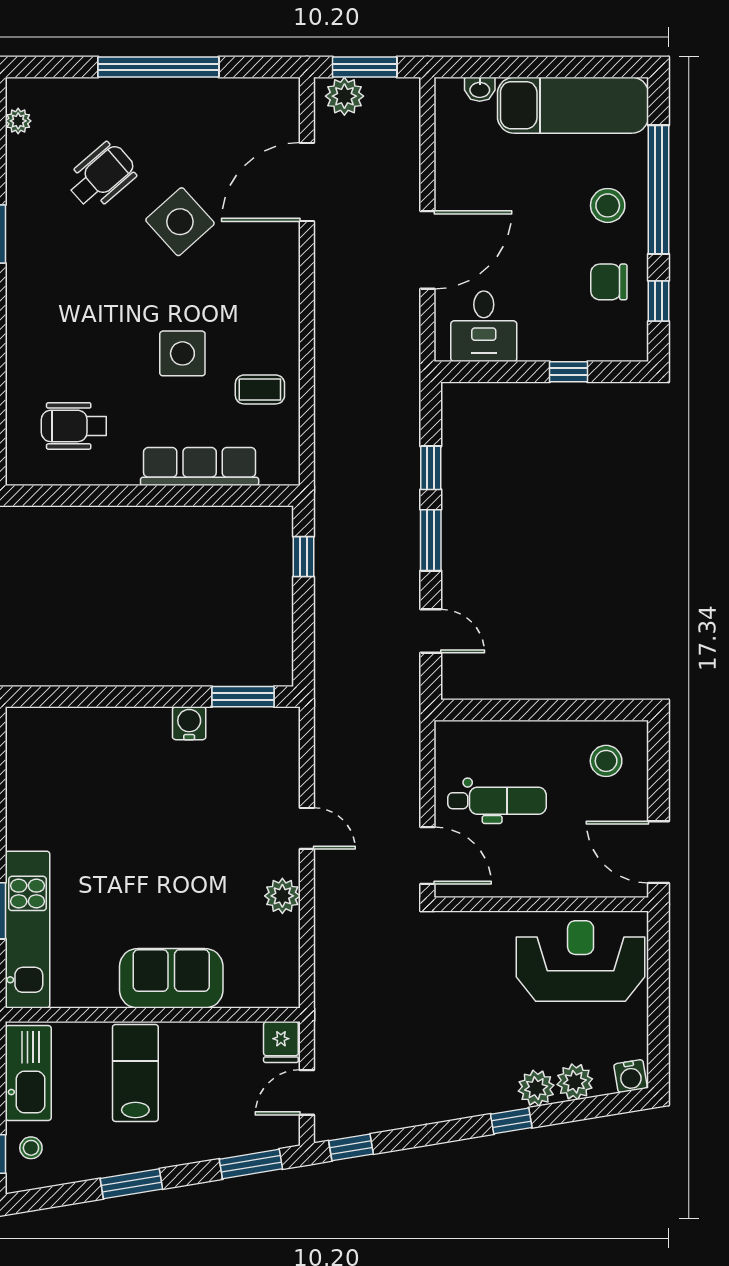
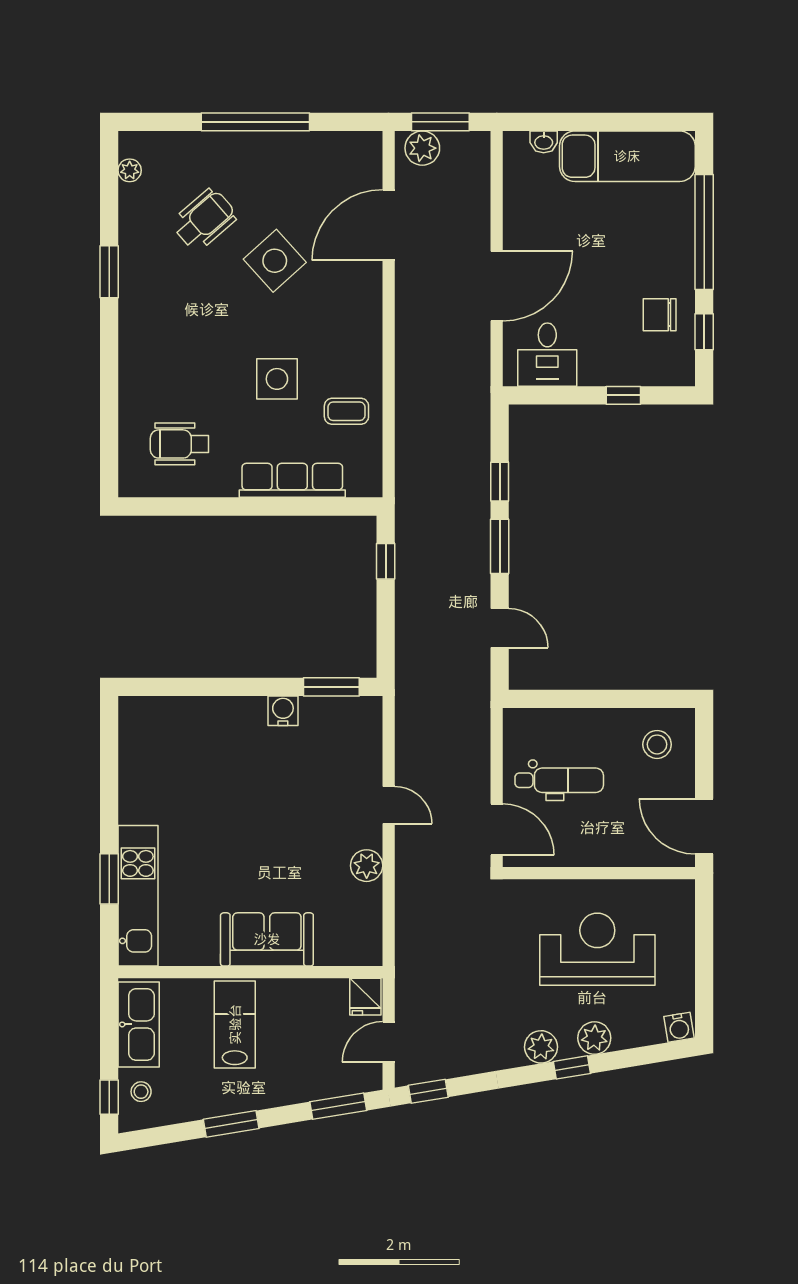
stool: (608, 205) -> (658, 246), removed
reception desk: (581, 961) -> (597, 949), moved
plant: (575, 1082) -> (541, 1047), moved

